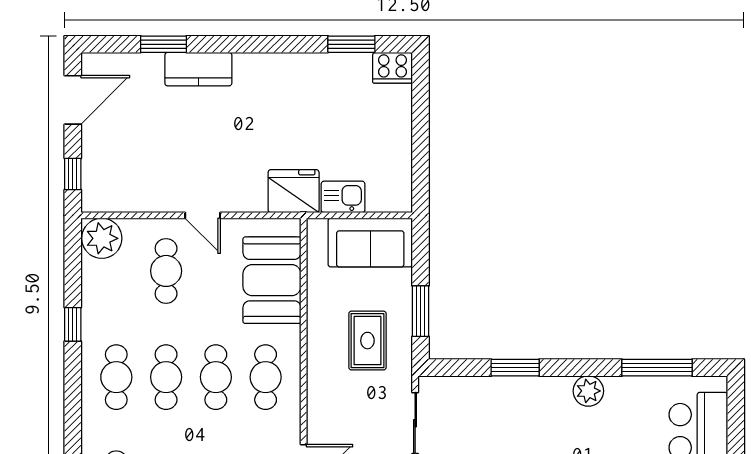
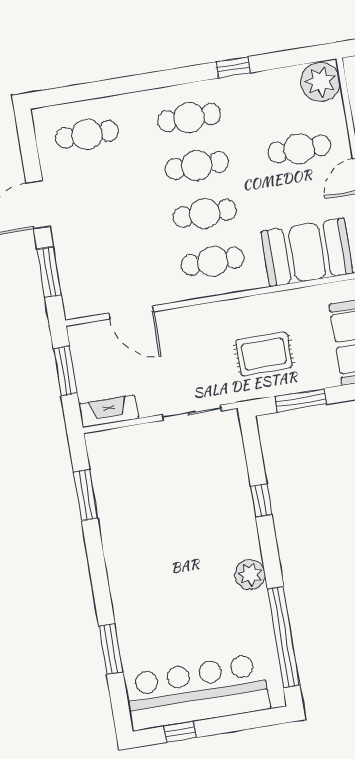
window: (515, 368) -> (261, 500), width x0.67
window: (657, 368) -> (284, 637), width x1.46

